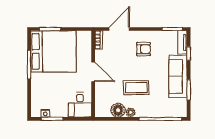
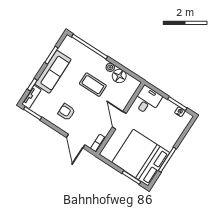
door: (119, 29) -> (76, 141), hinge flipped

